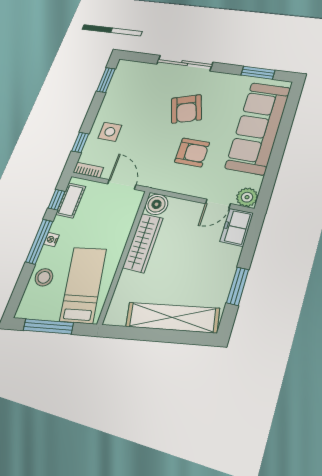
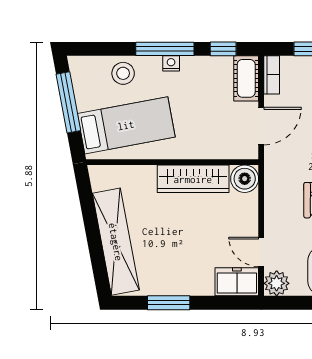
cot: (71, 200) -> (246, 78), moved, turned 90

